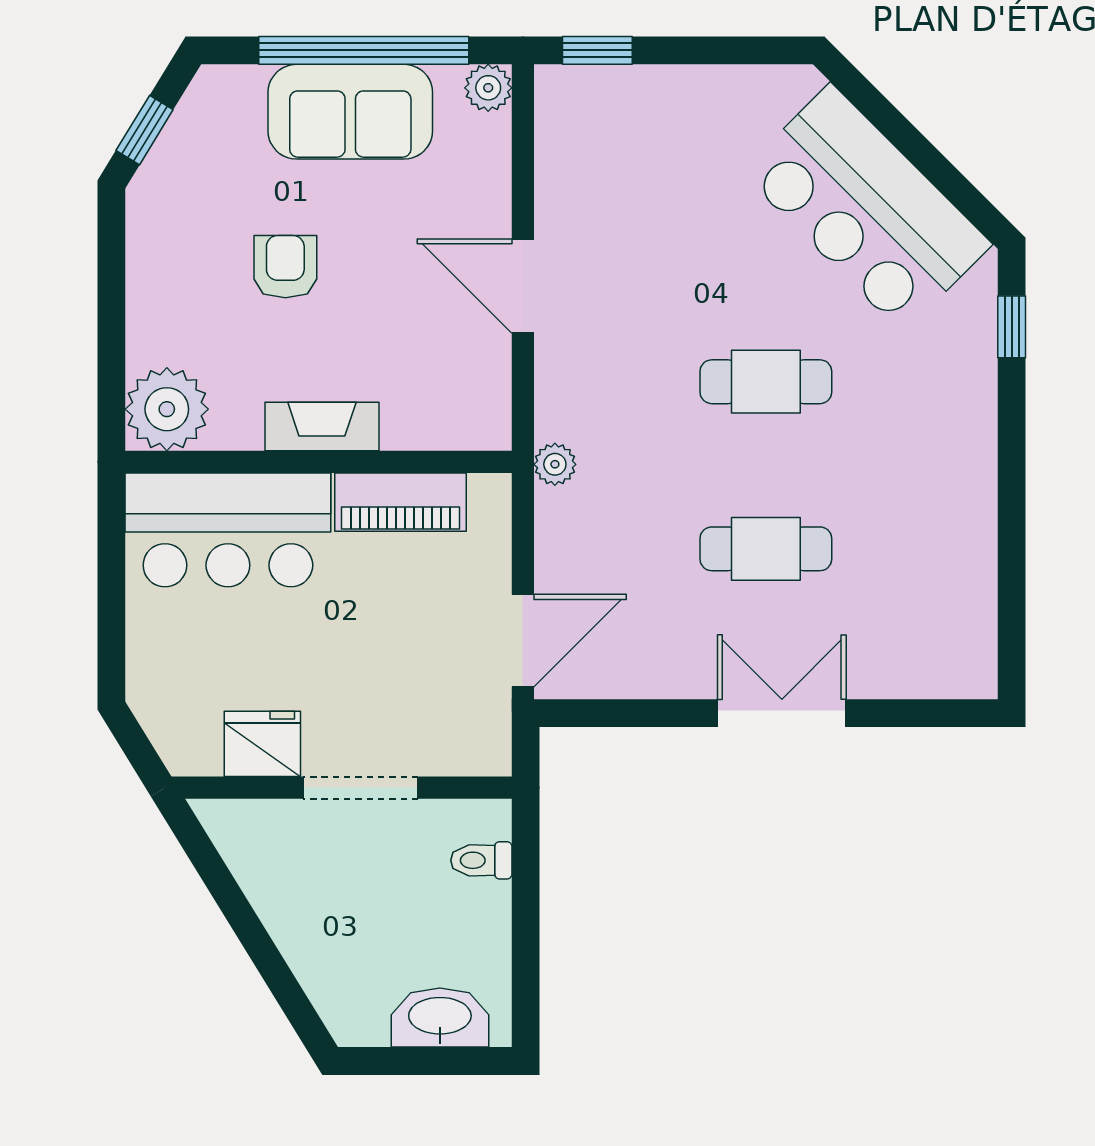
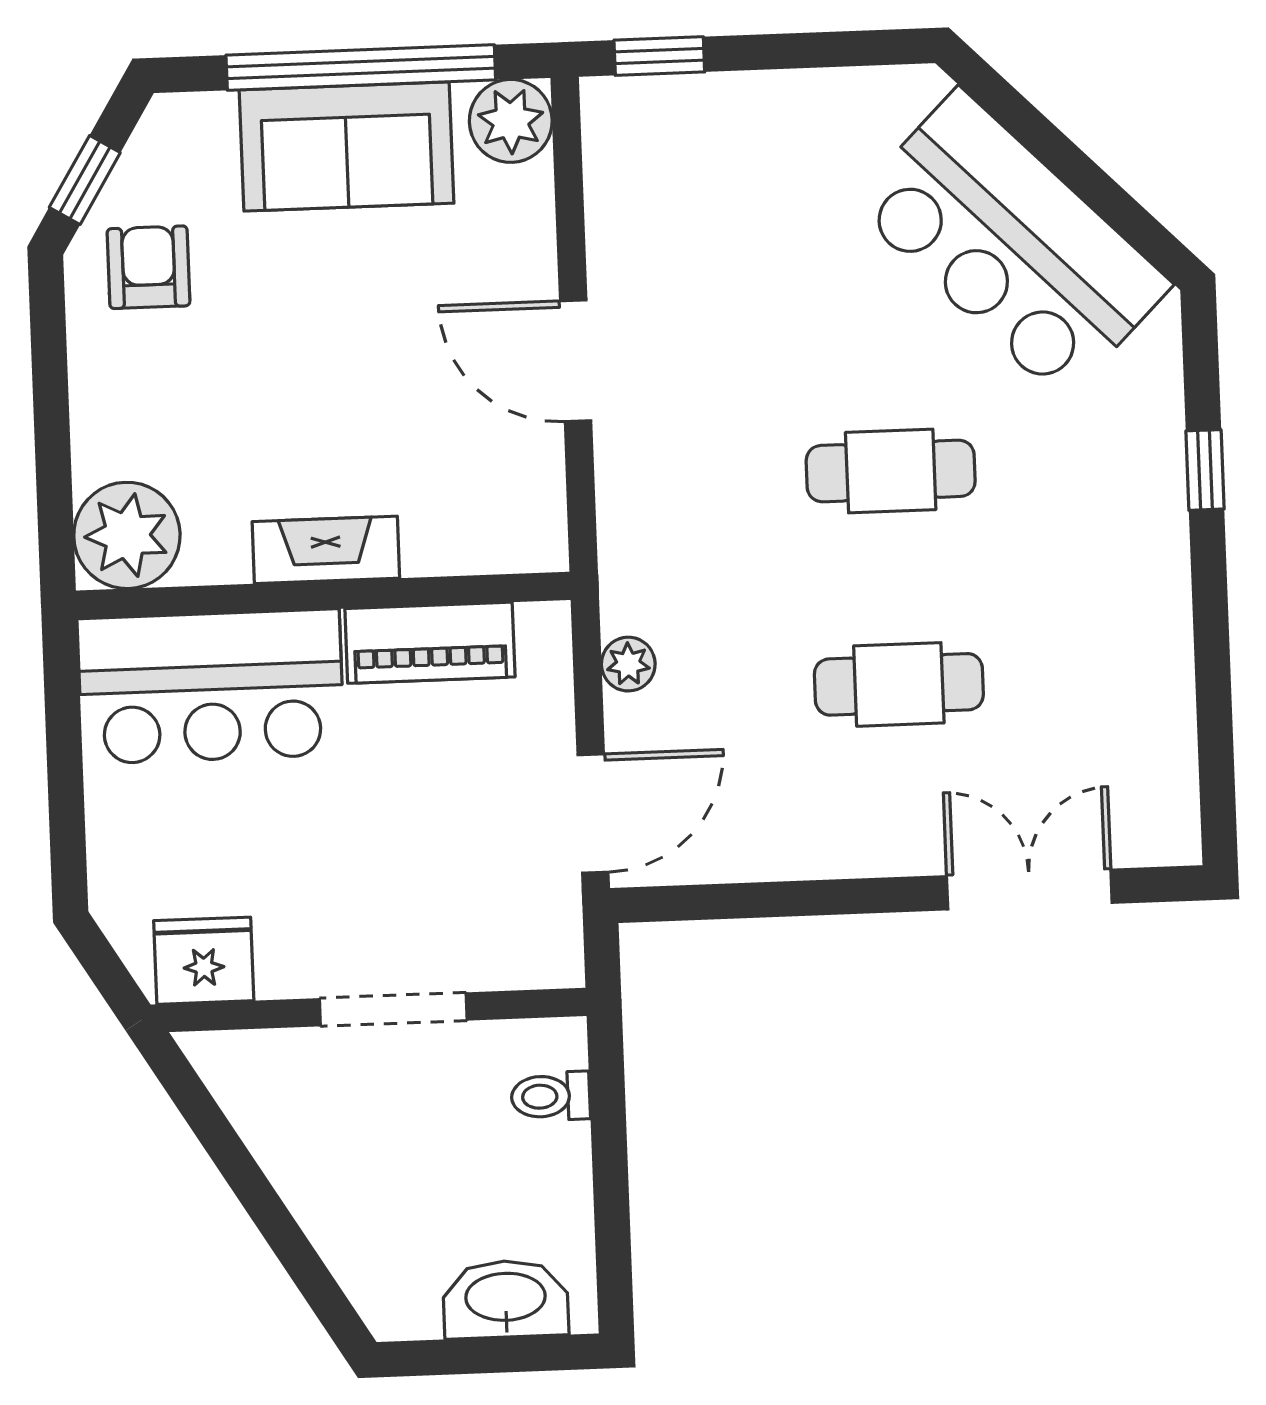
plant: (488, 88) -> (511, 121), width x1.38, depth x1.38
armchair: (285, 267) -> (148, 267), moved
window: (1012, 327) -> (1205, 470), moved
plant: (555, 464) -> (628, 664), moved
double door: (782, 713) -> (1029, 890), moved
fridge: (262, 744) -> (204, 961), moved

